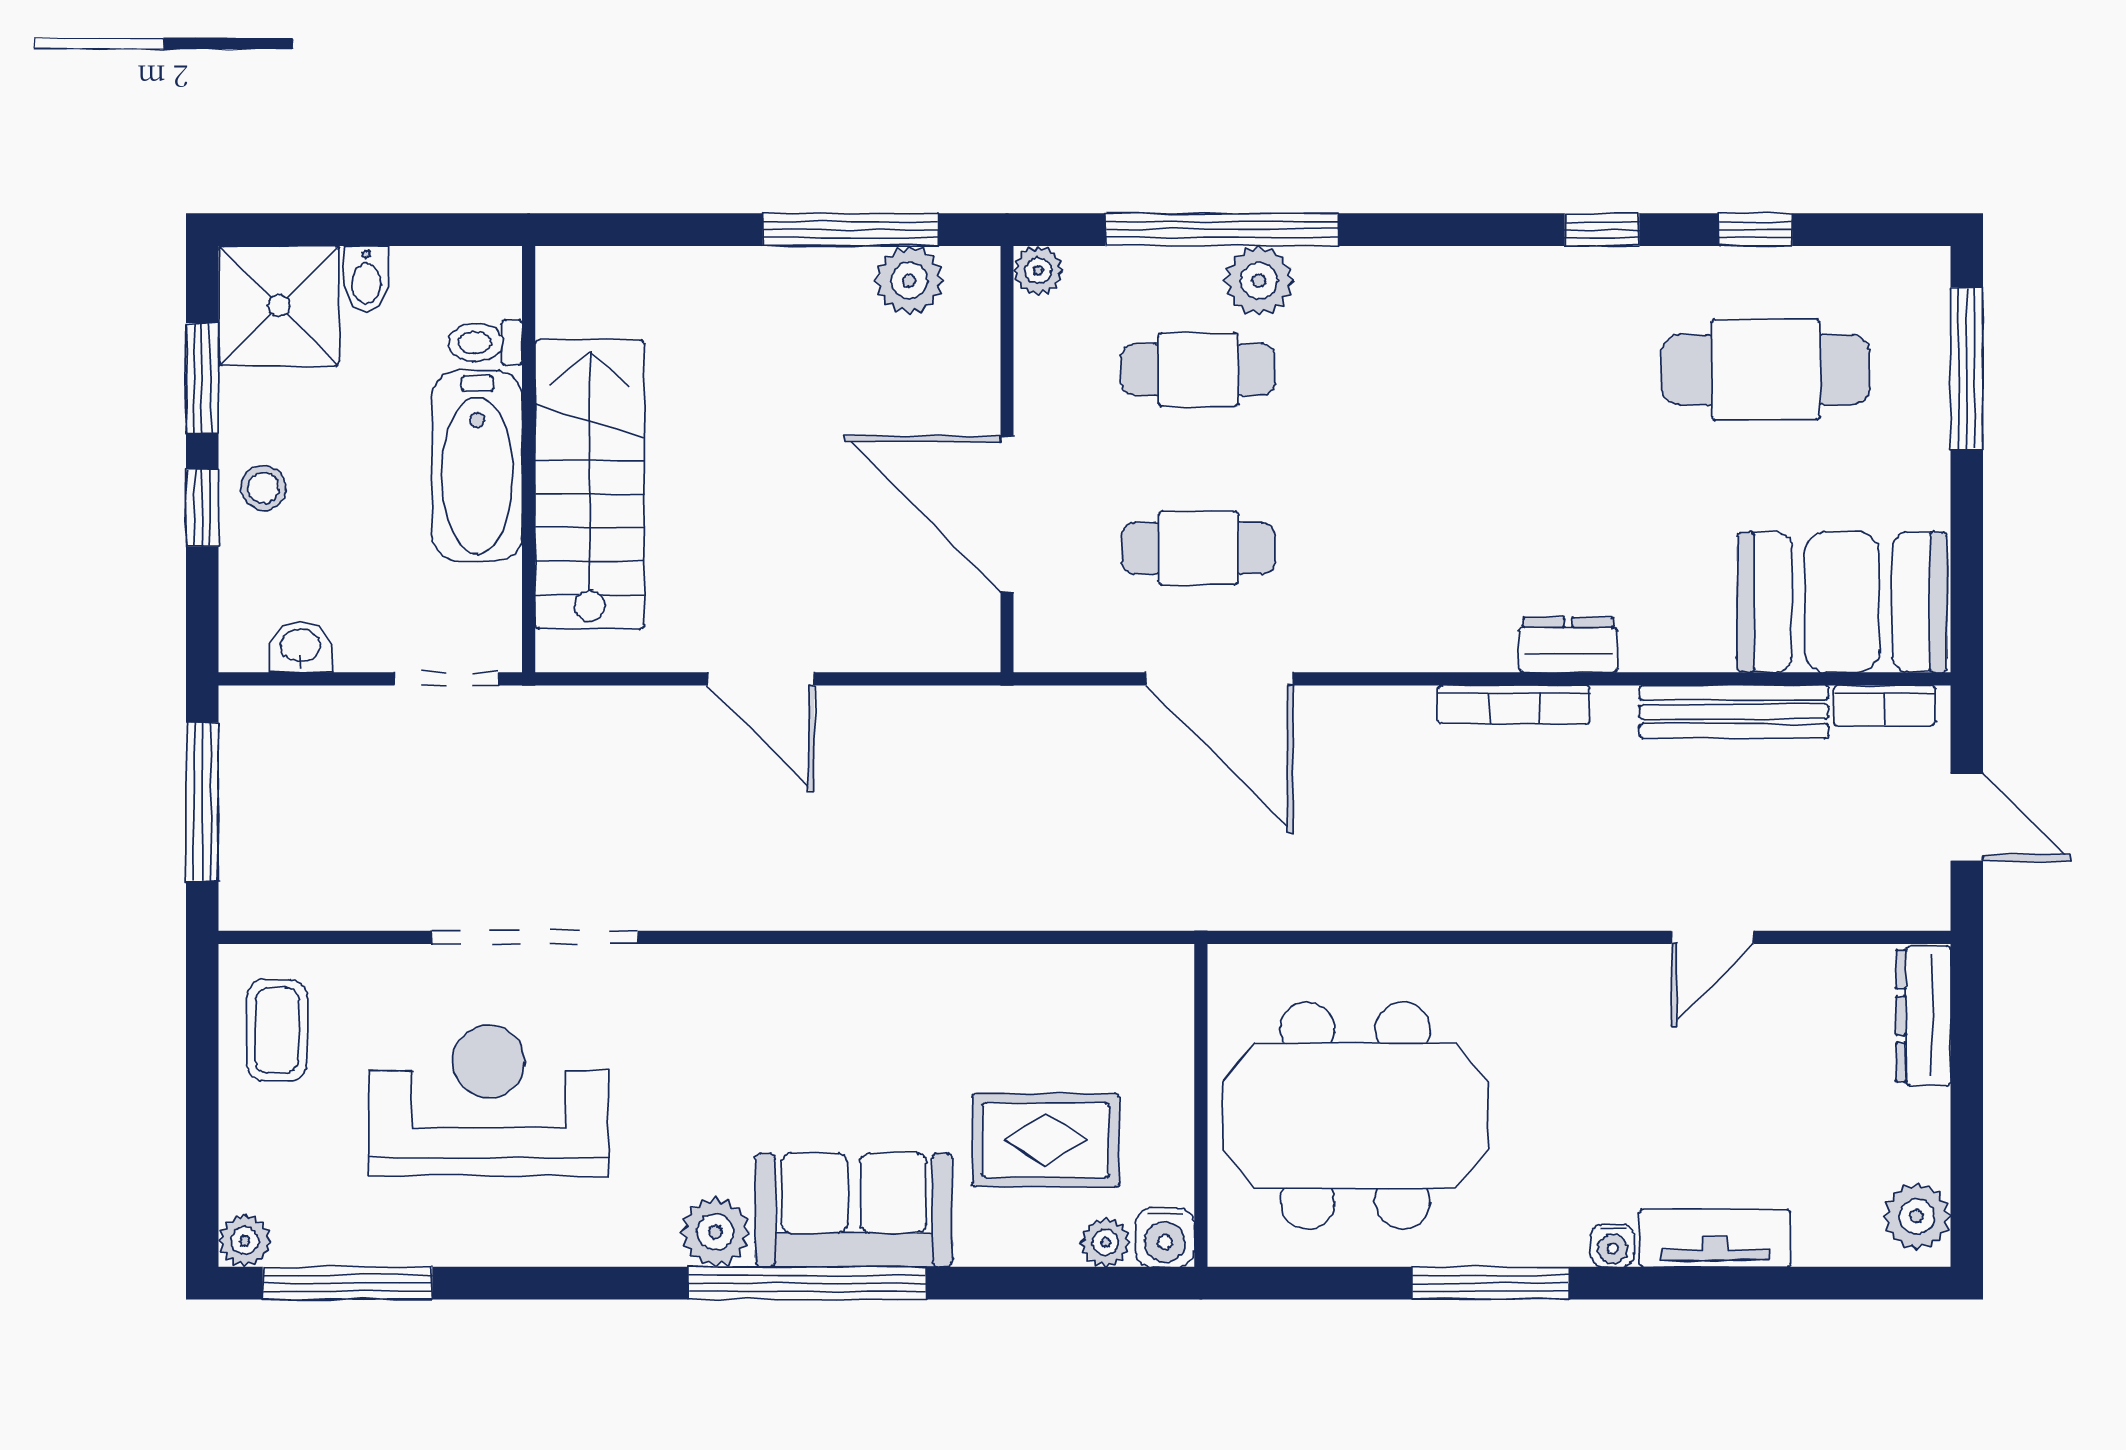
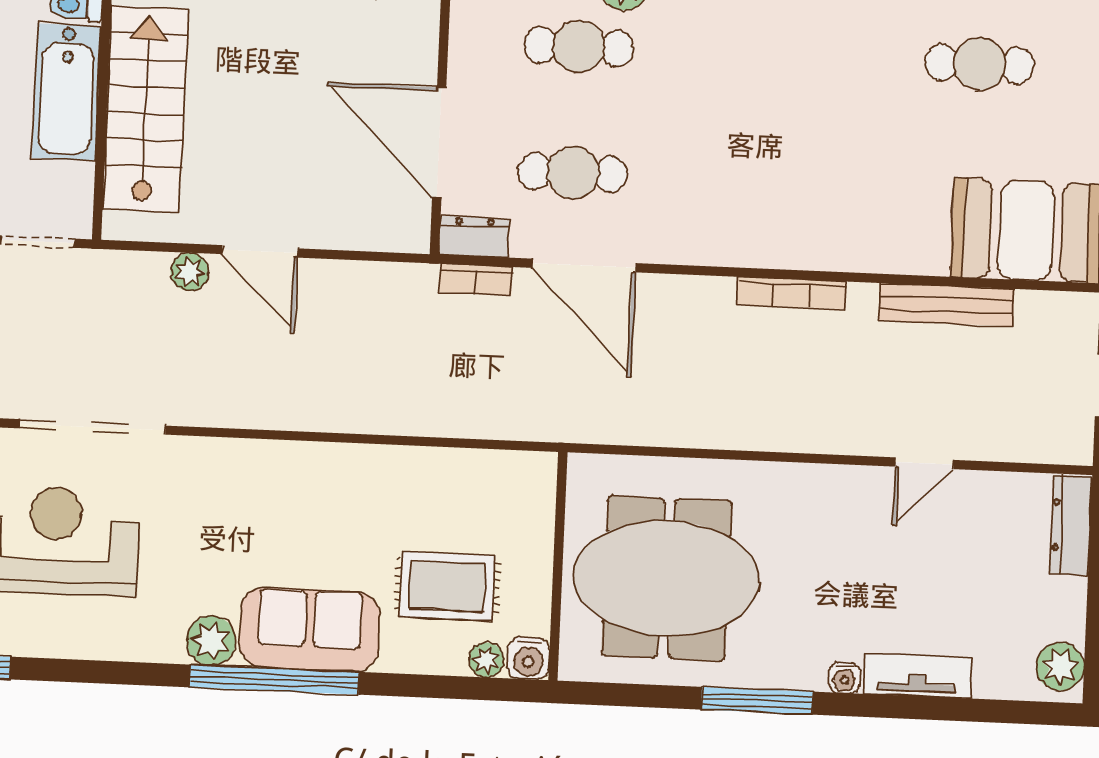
cafe table: (1766, 370) -> (980, 64), width x0.73, depth x0.74
dresser: (1568, 645) -> (474, 237), moved
bookcase: (1884, 706) -> (476, 280), moved
plant: (662, 712) -> (190, 272), added

